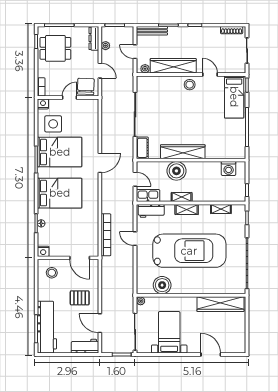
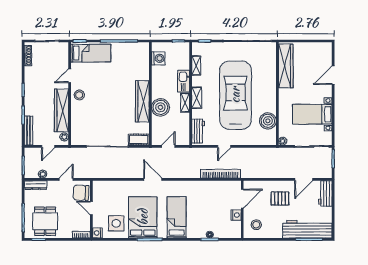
bed: (60, 193) -> (177, 217), width x0.67
kitchen sink: (148, 196) -> (184, 81), moved
nightstand: (43, 251) -> (236, 215), moved
pallet: (80, 298) -> (280, 198), turned 90

